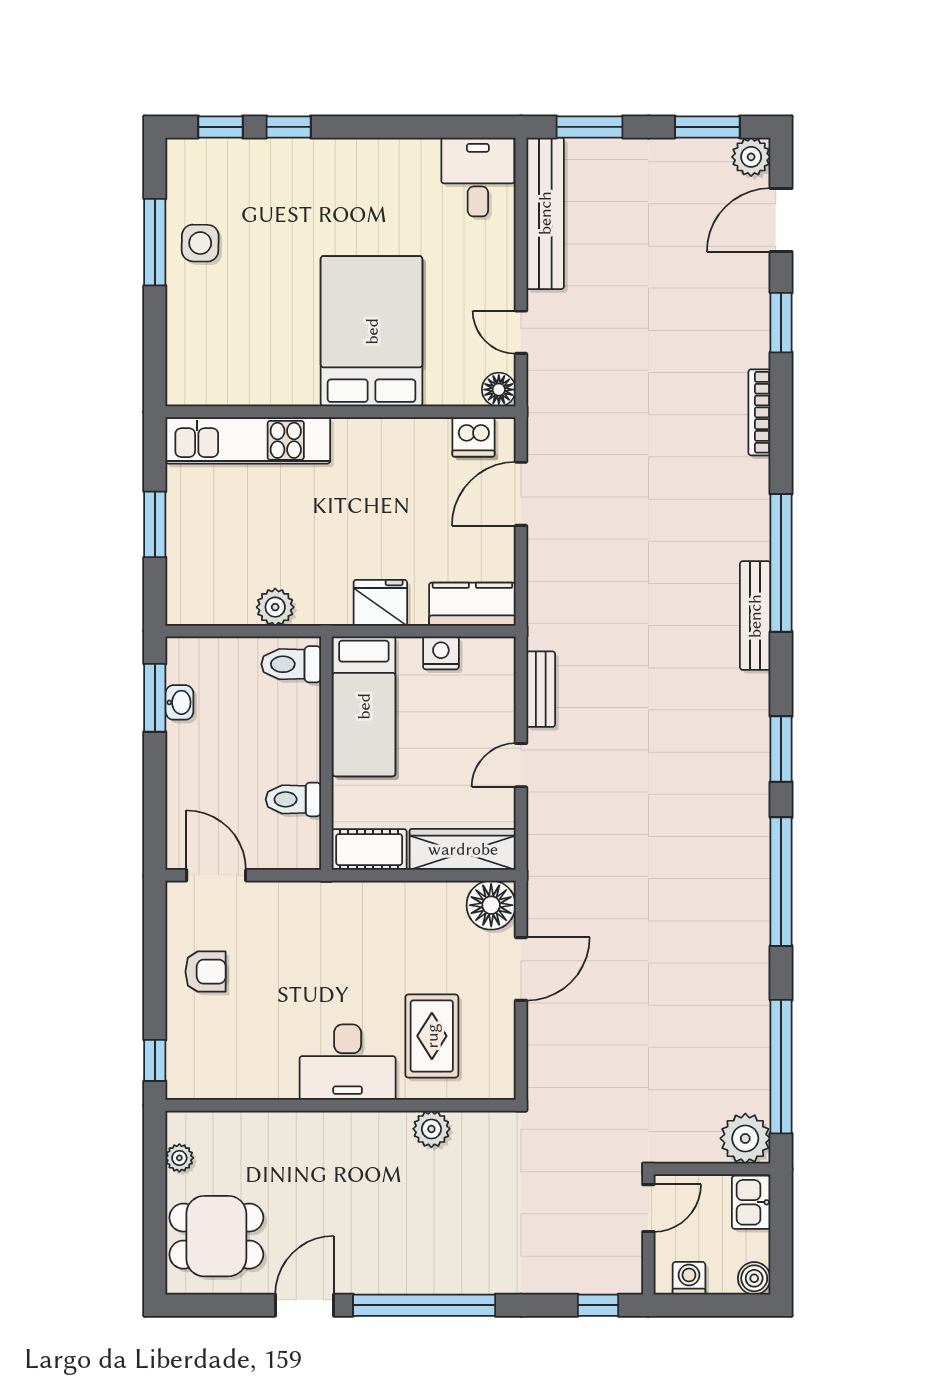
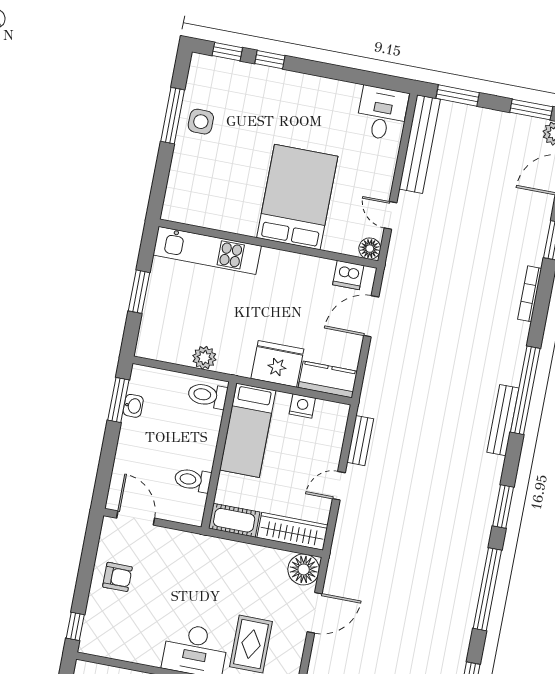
fridge: (380, 603) -> (277, 364), width x1.36, depth x1.34

